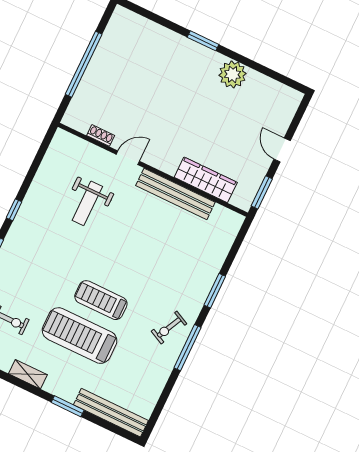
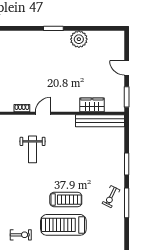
wardrobe: (206, 180) -> (92, 105), width x0.67
bench: (175, 194) -> (100, 121), moved
treadmill: (101, 300) -> (66, 200), turned 180

